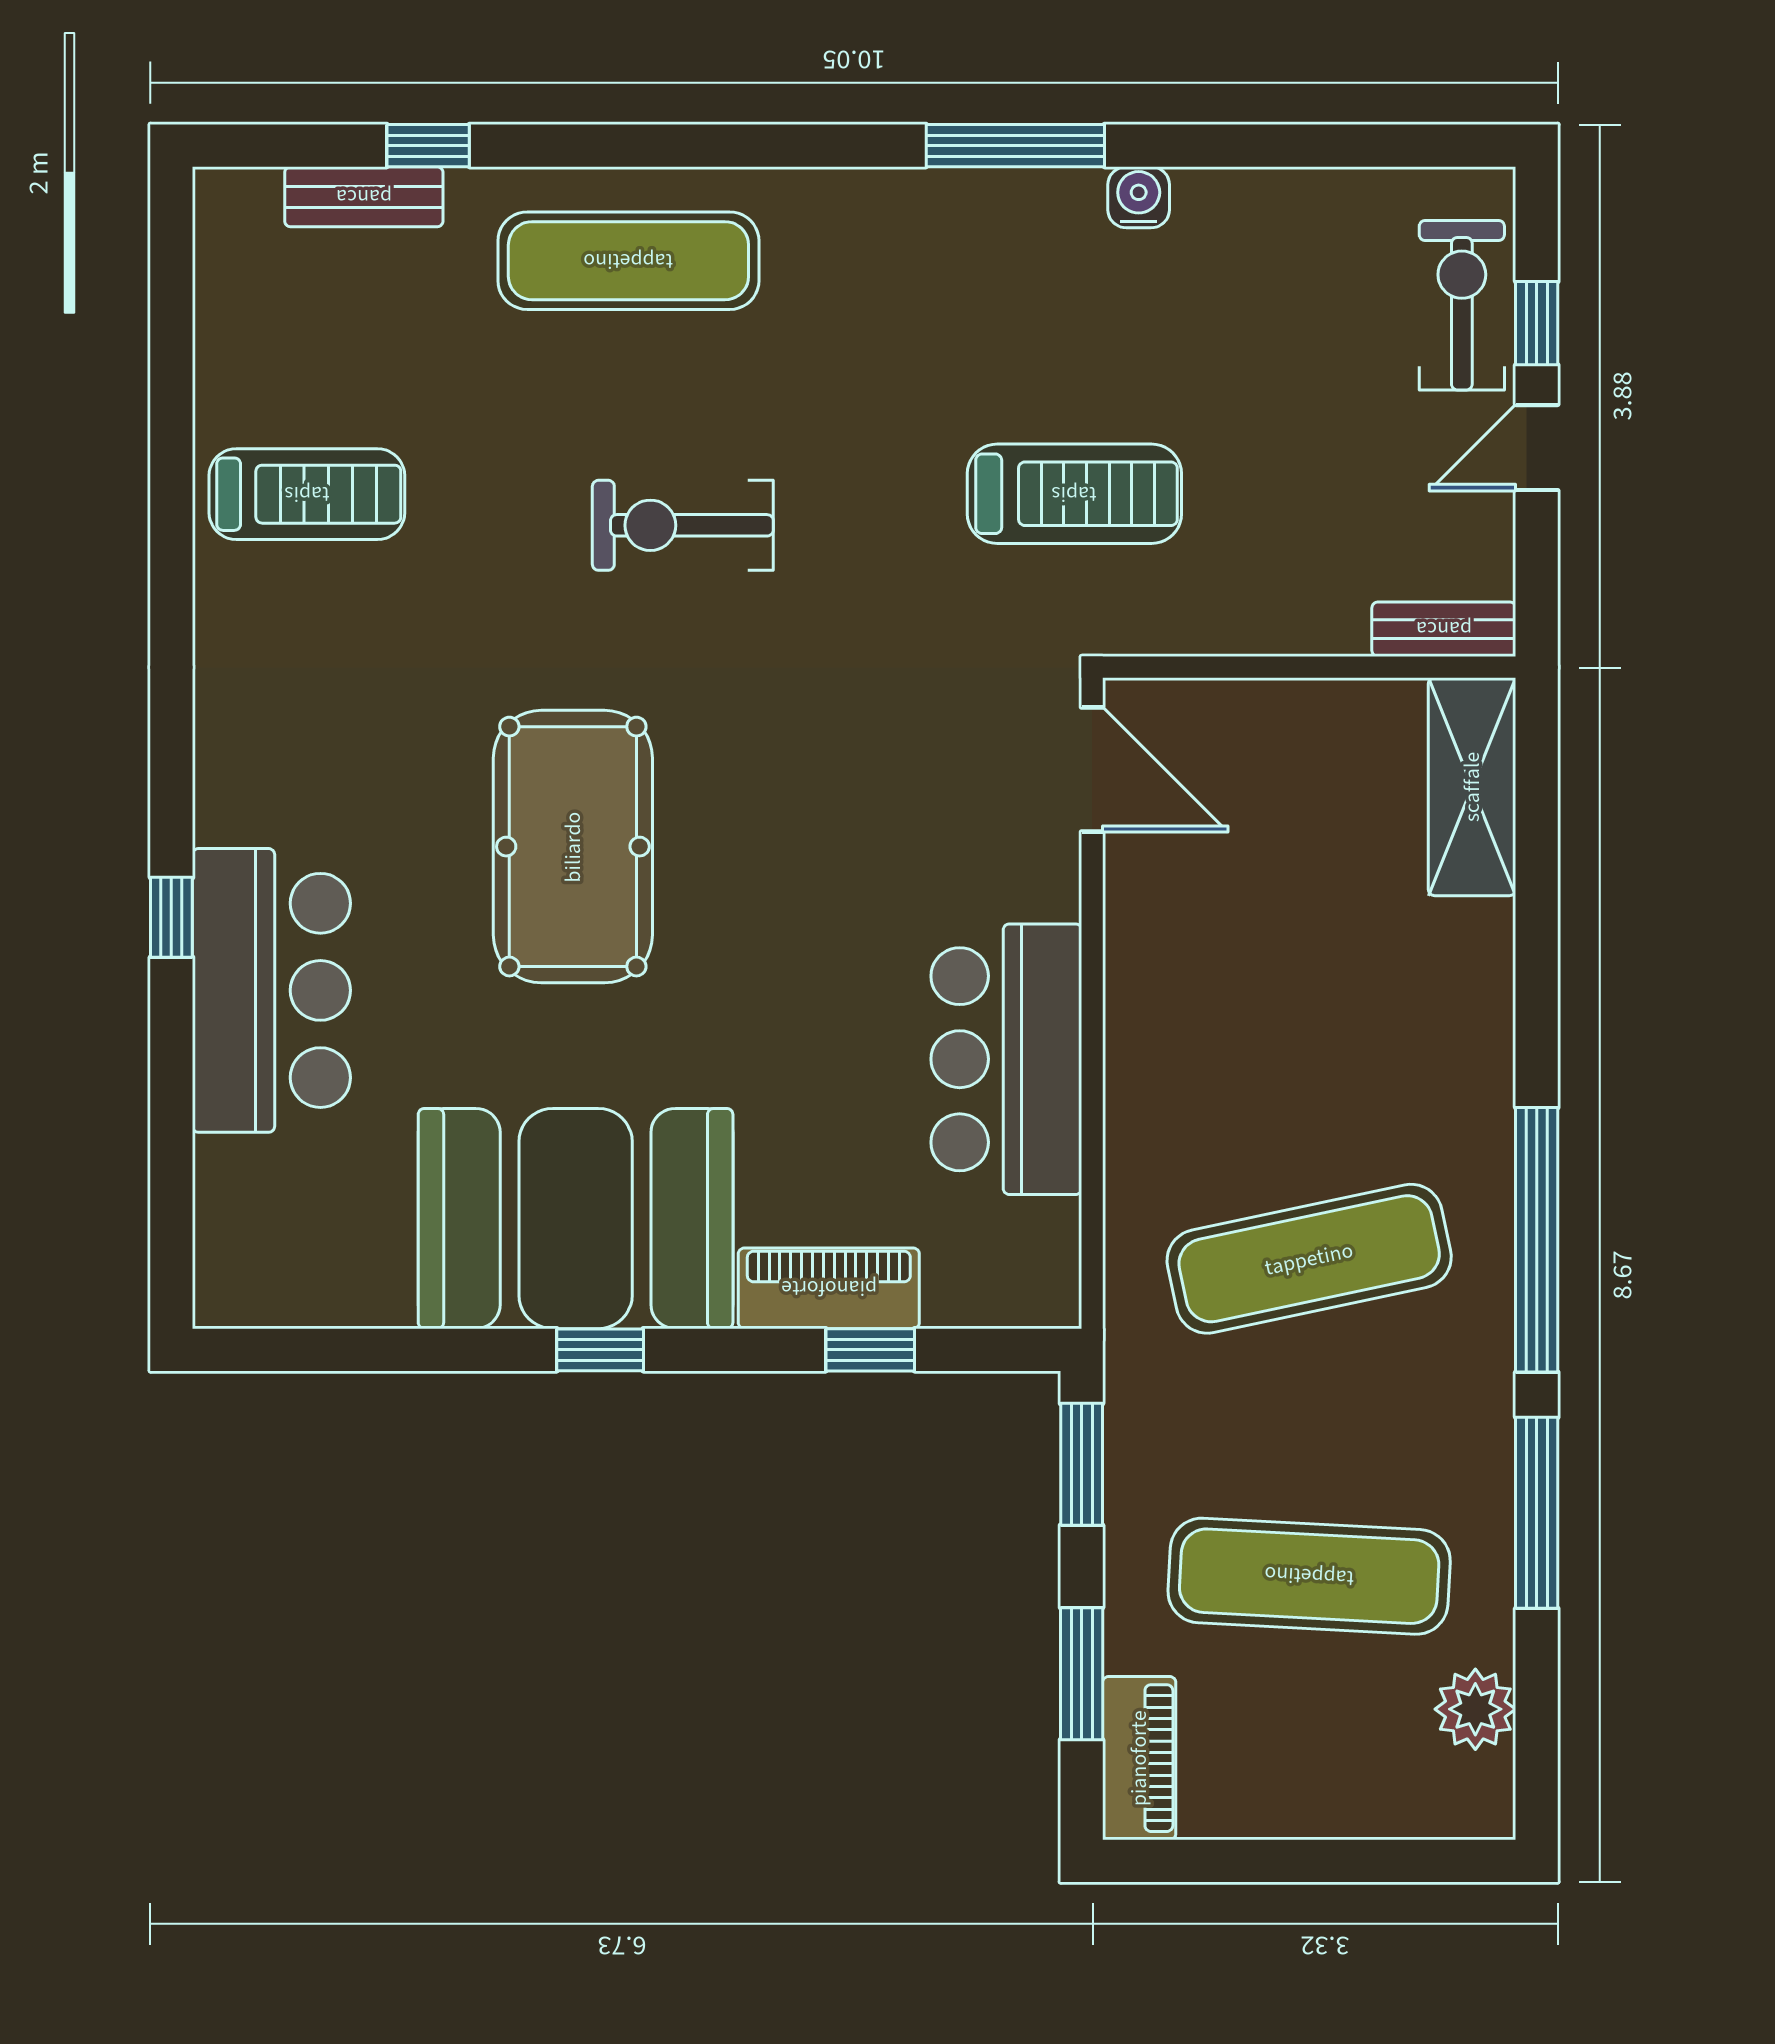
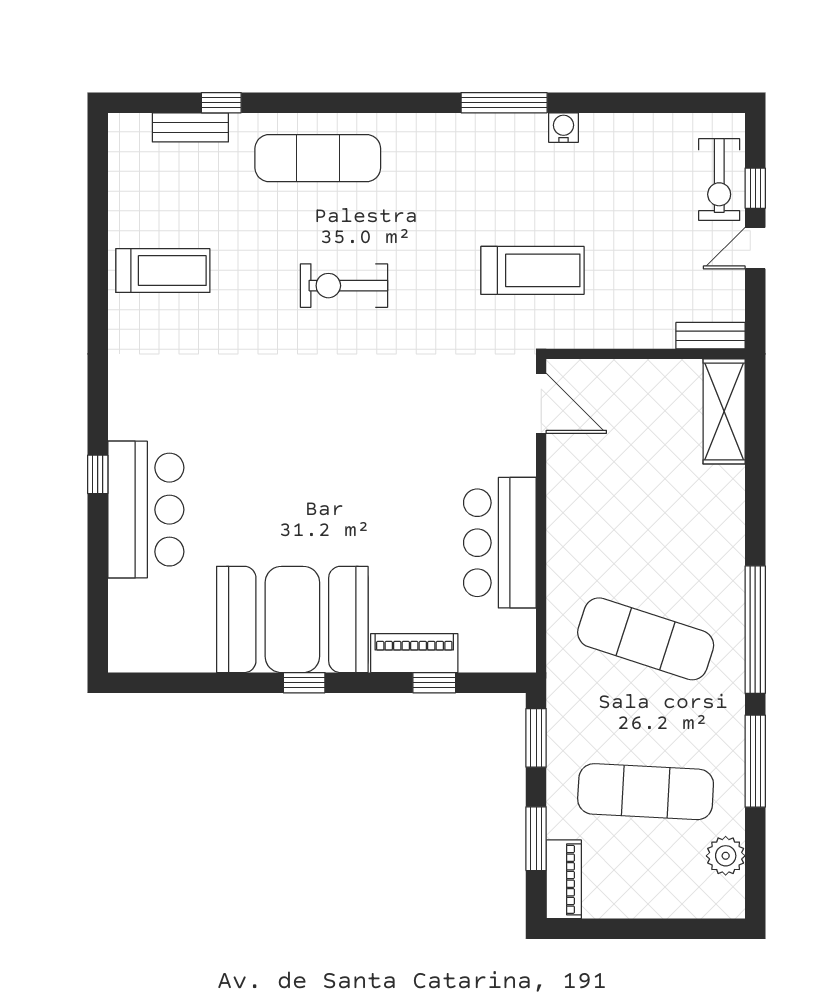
exercise bike: (1462, 305) -> (719, 180), turned 180
pool table: (573, 847) -> (291, 440), removed
exercise mat: (1309, 1259) -> (646, 639), turned 30

